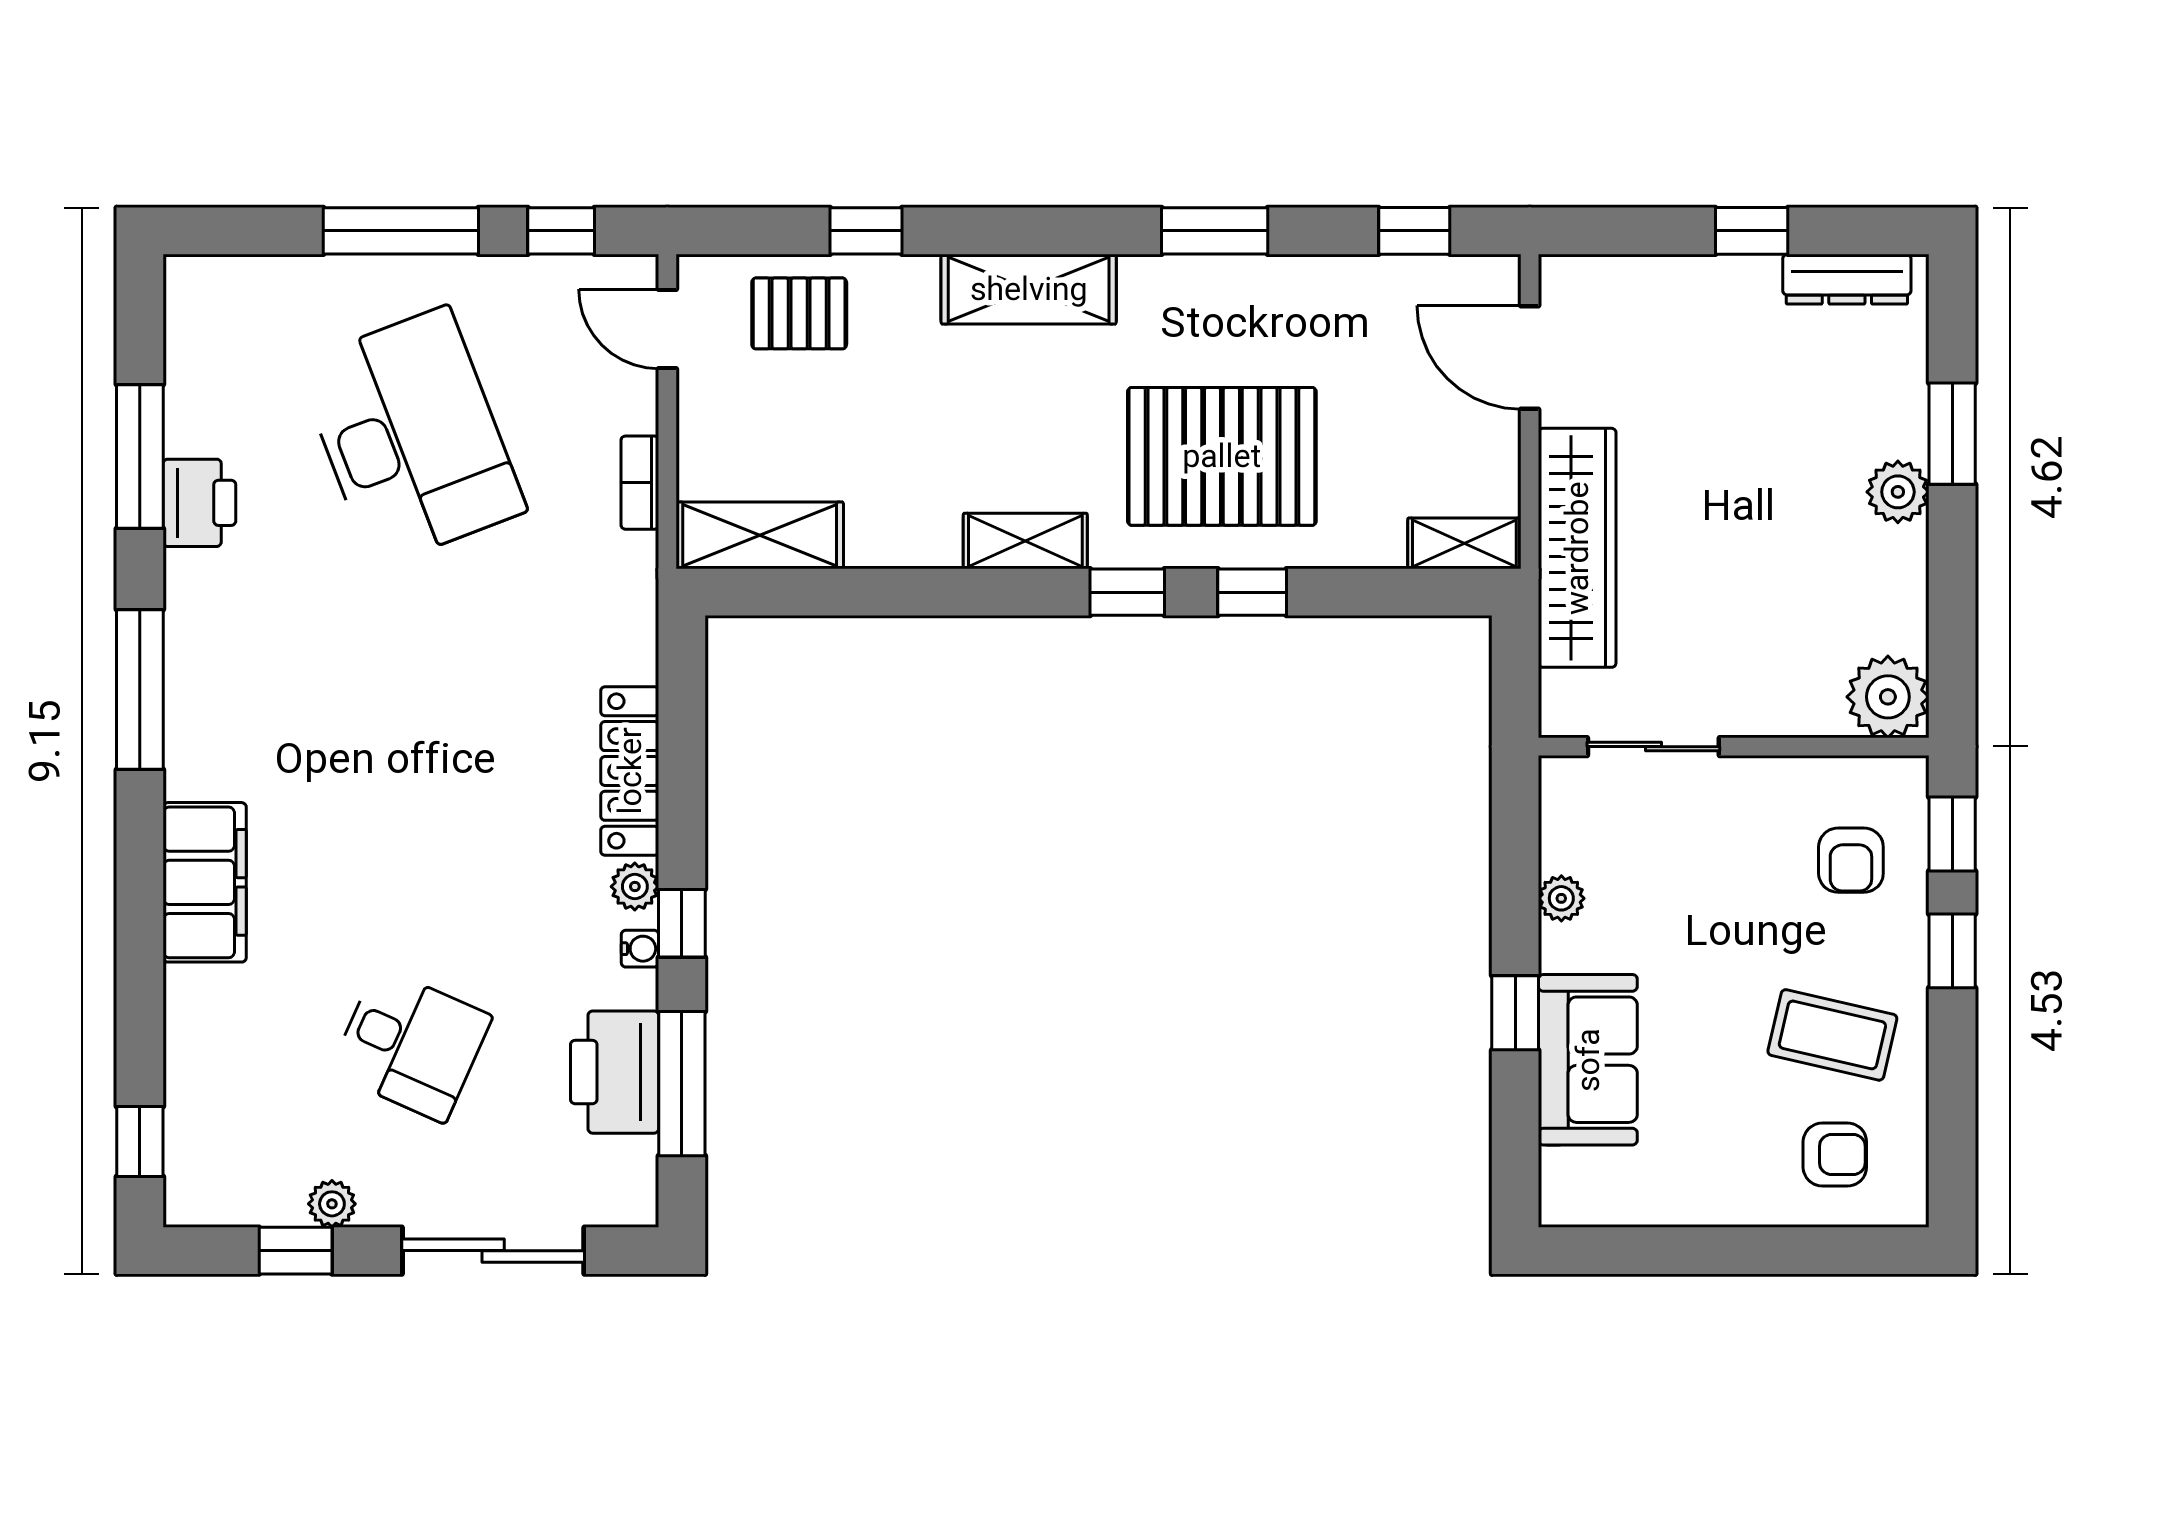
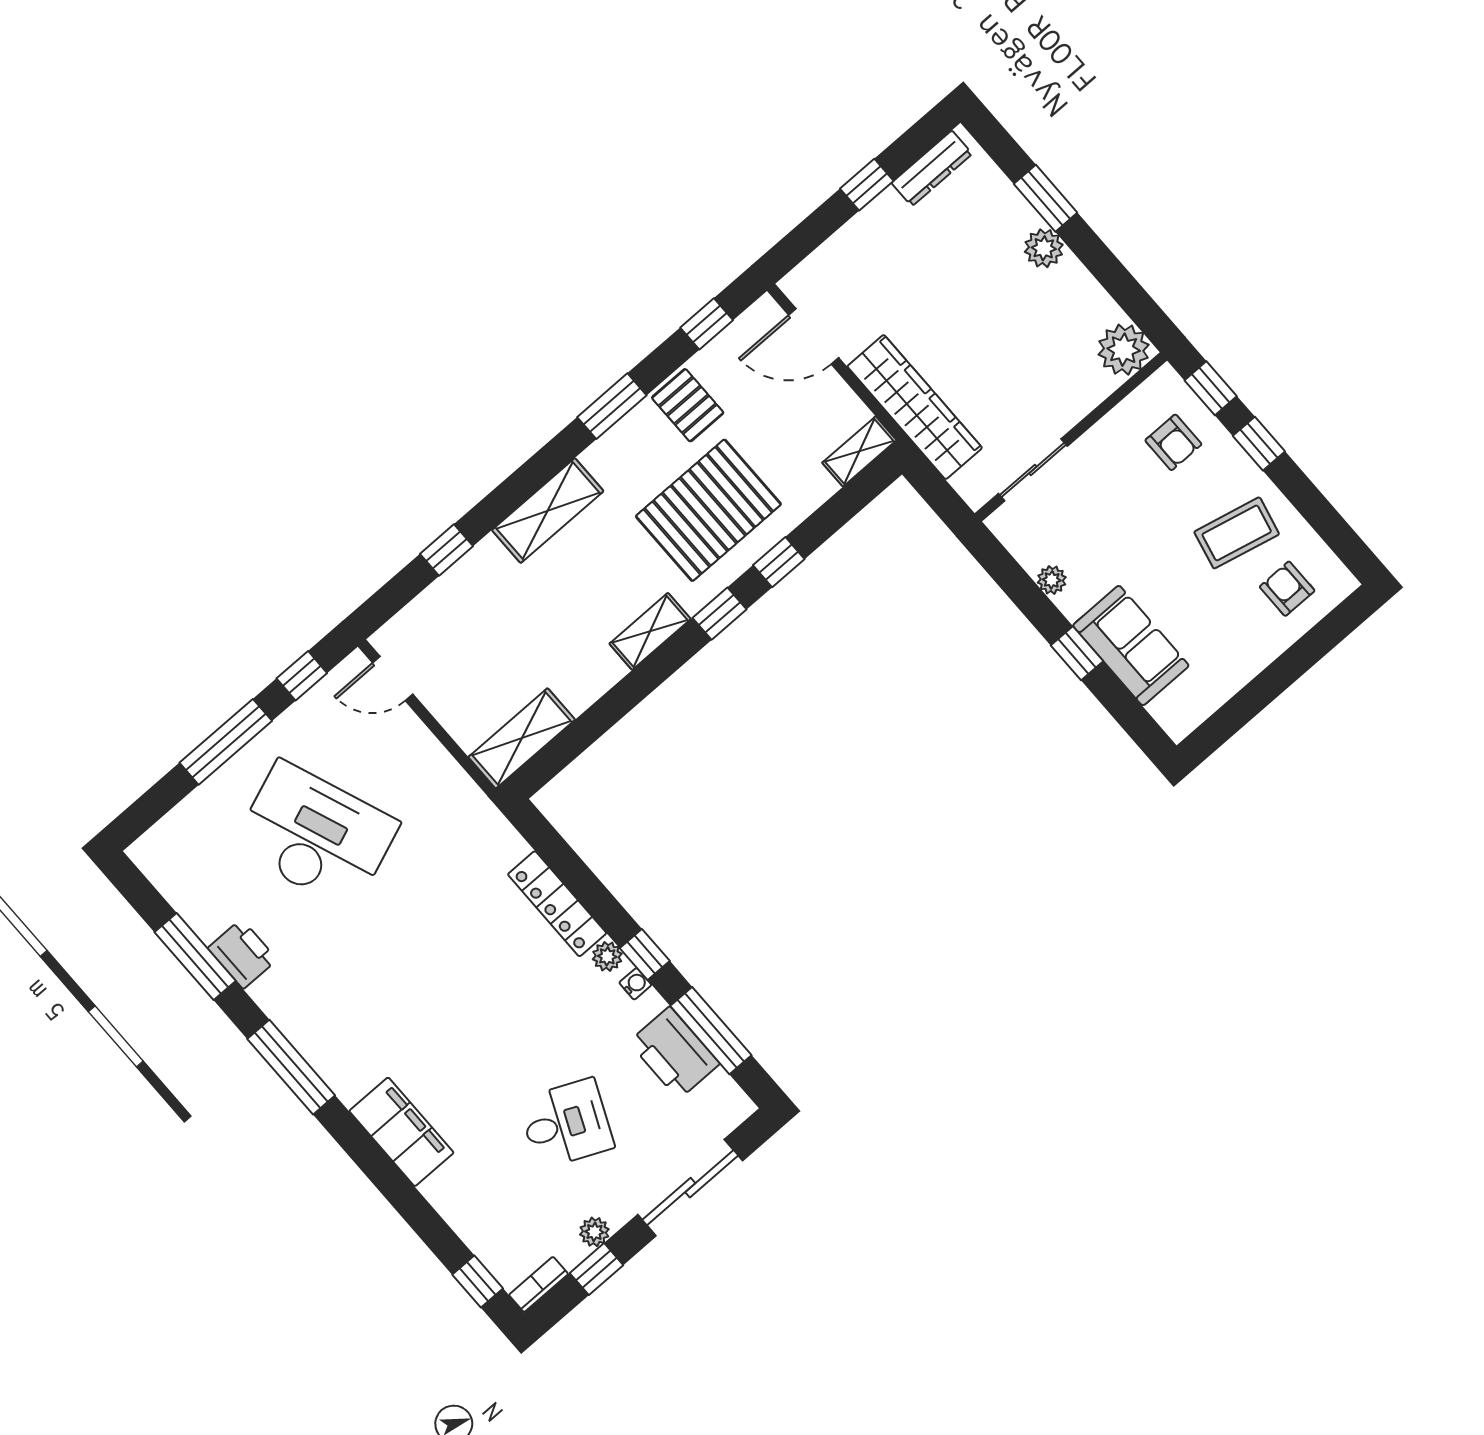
pallet: (799, 313) -> (688, 405), moved, turned 90
bookcase: (640, 483) -> (539, 1284), moved, turned 90
armchair: (1835, 1155) -> (1287, 589), turned -90

